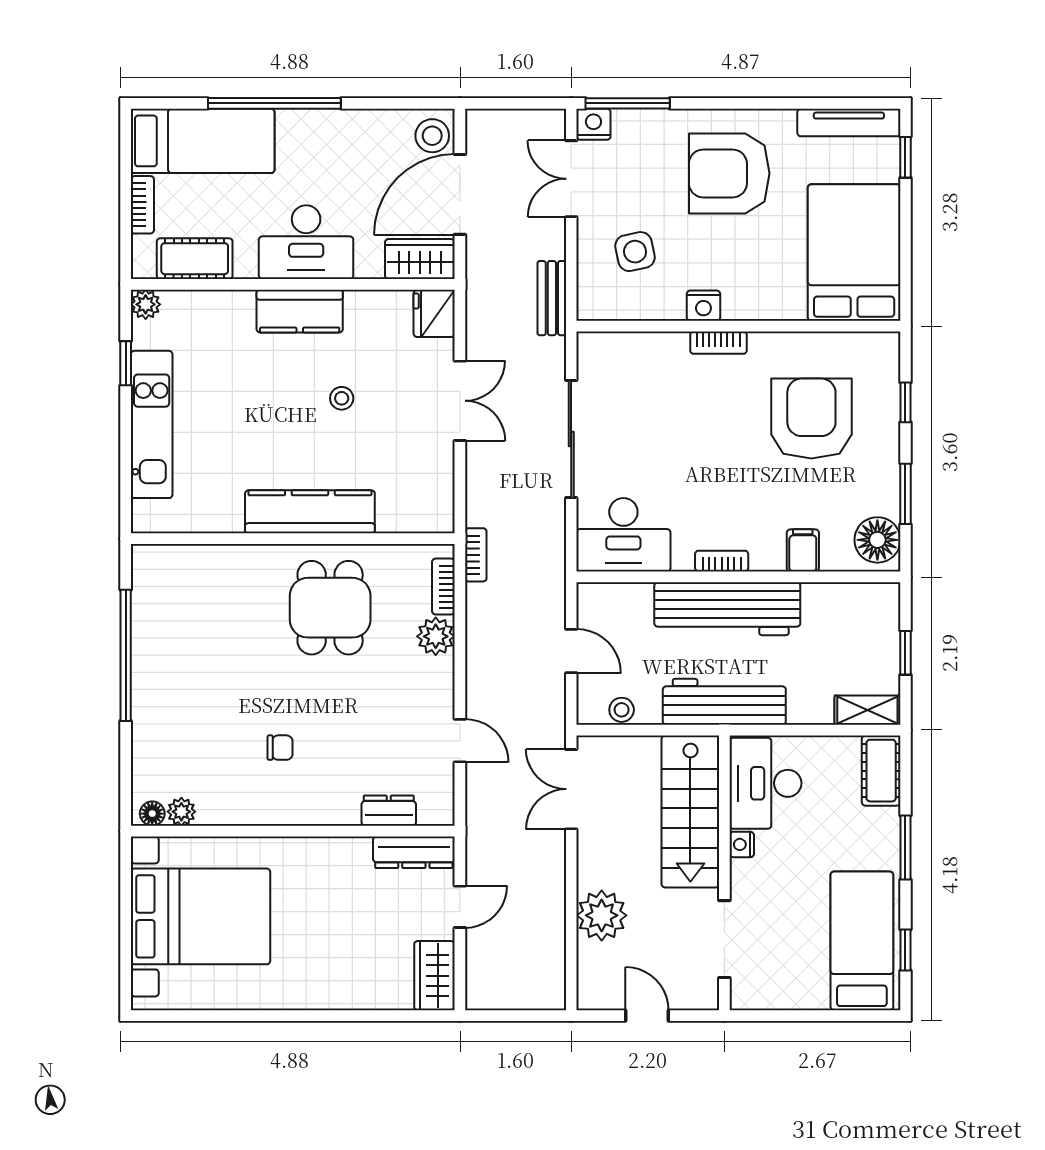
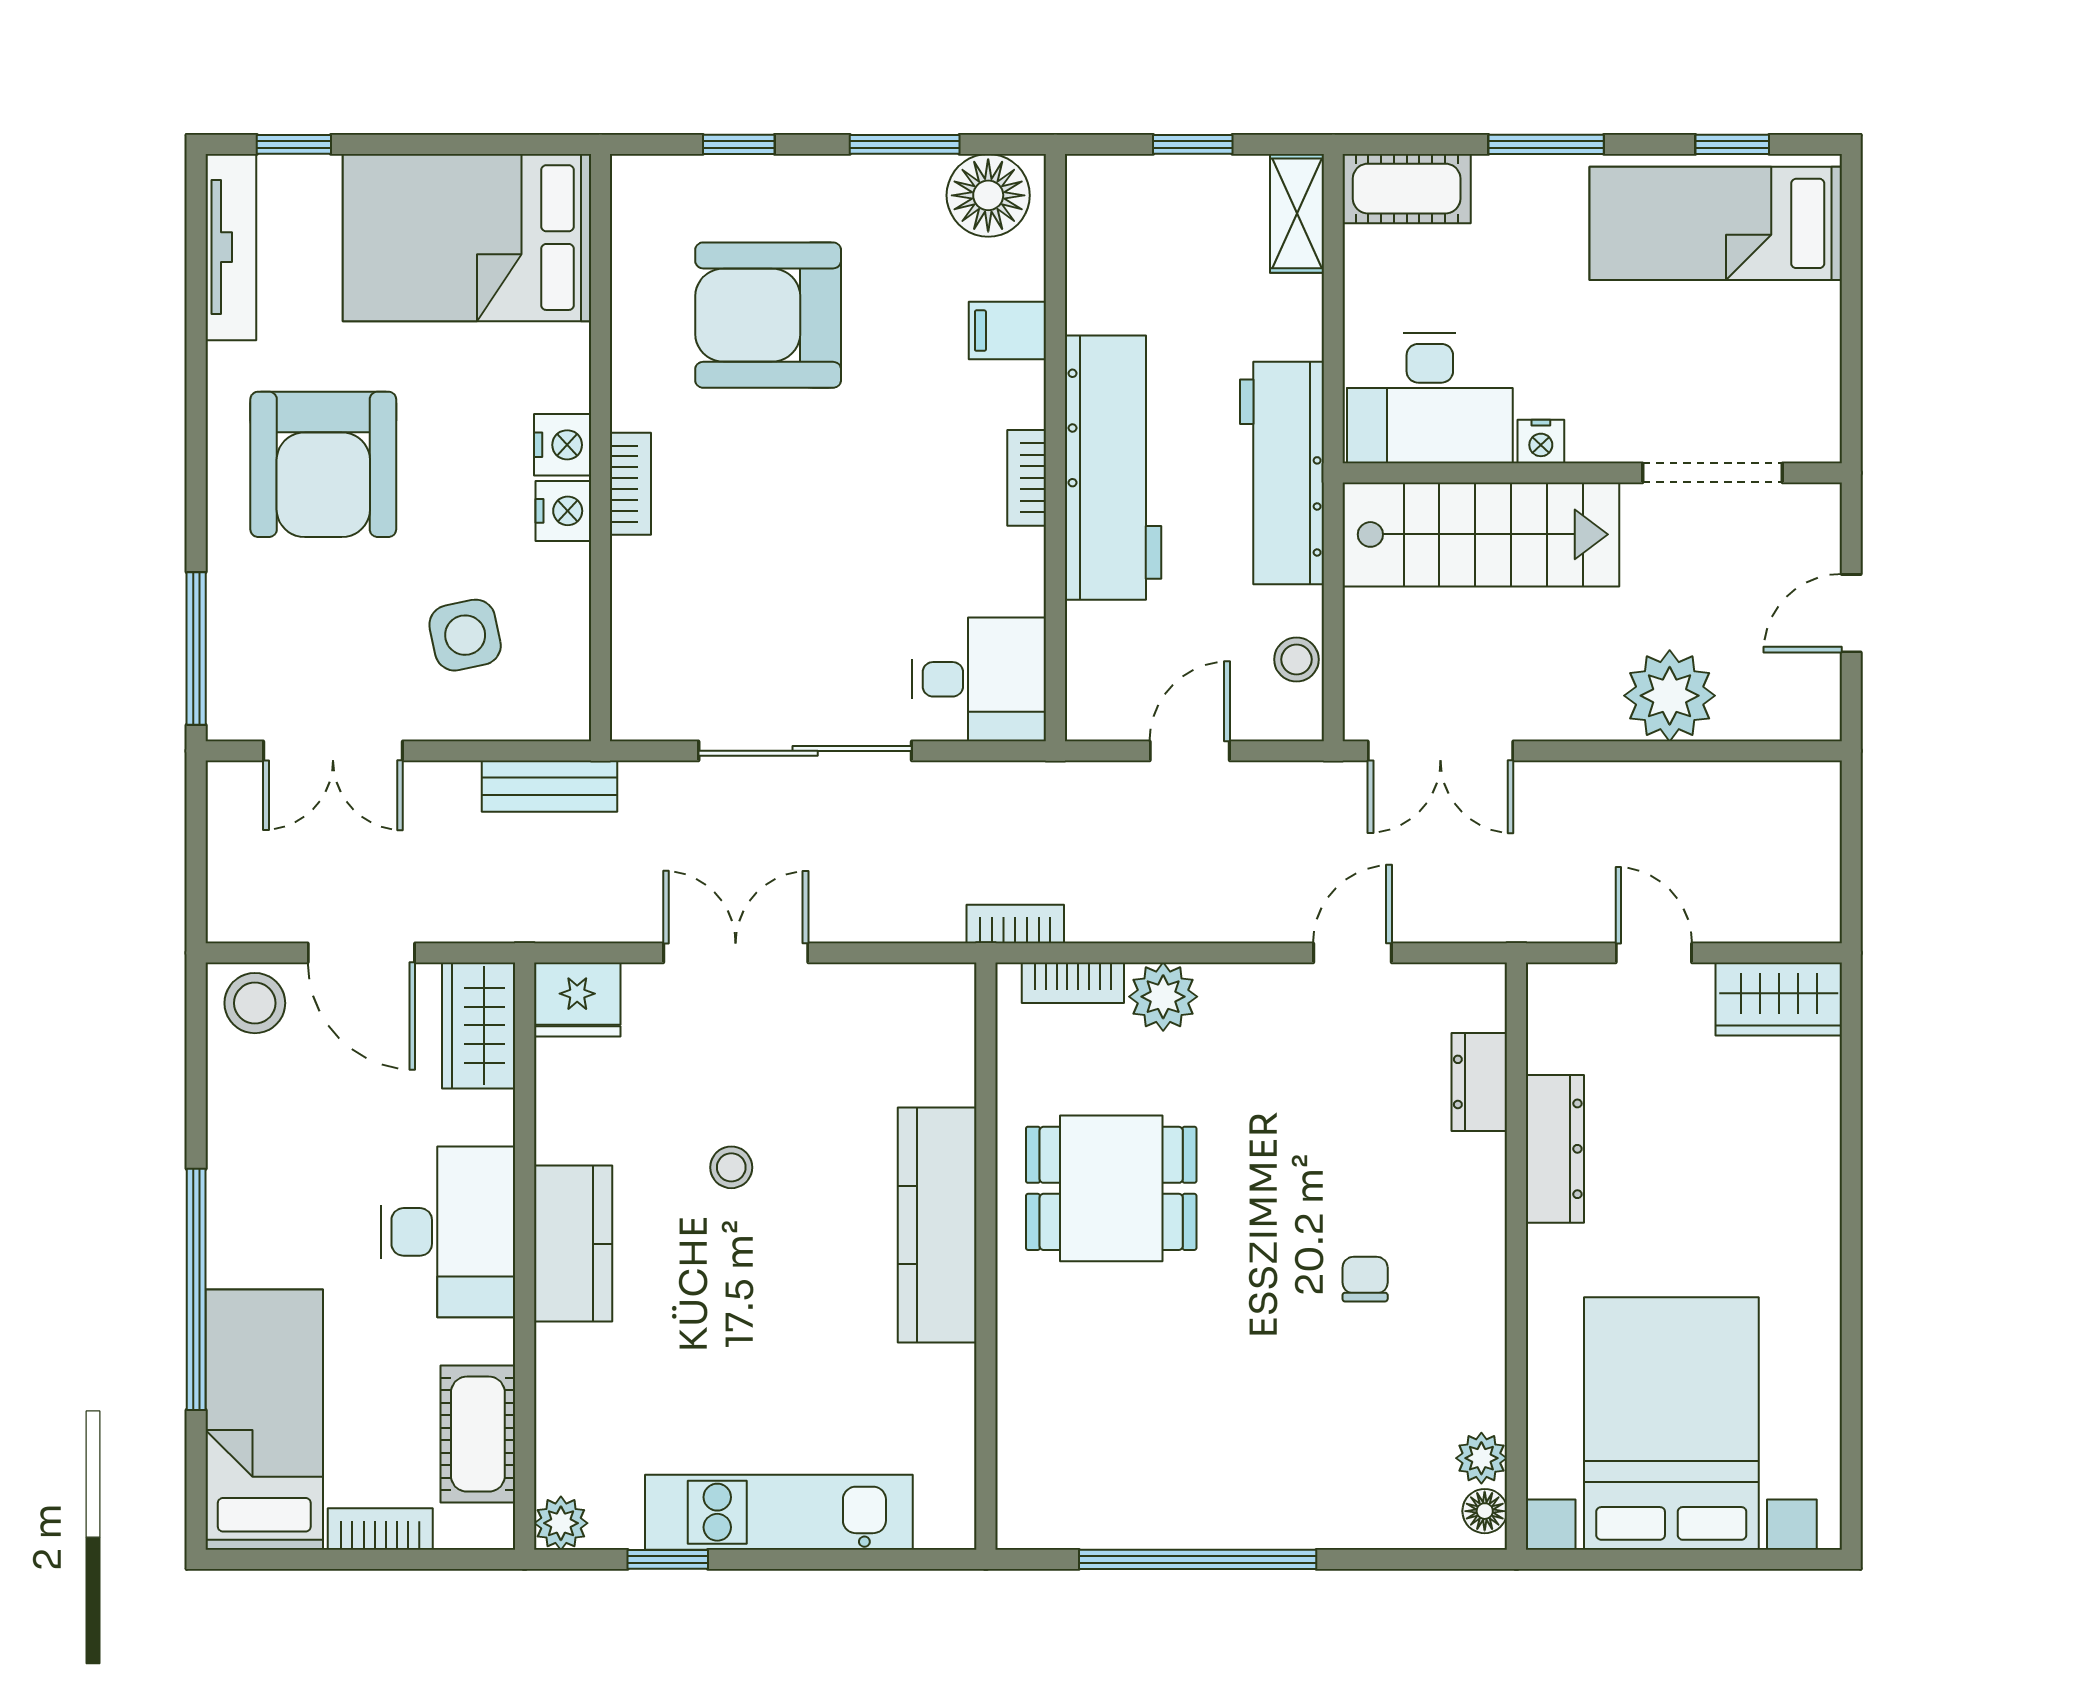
nightstand: (593, 124) -> (563, 445), moved, turned 180
door: (460, 194) -> (361, 953), width x0.73
desk: (623, 535) -> (979, 679), width x0.73
dresser: (414, 852) -> (1555, 1149), moved

